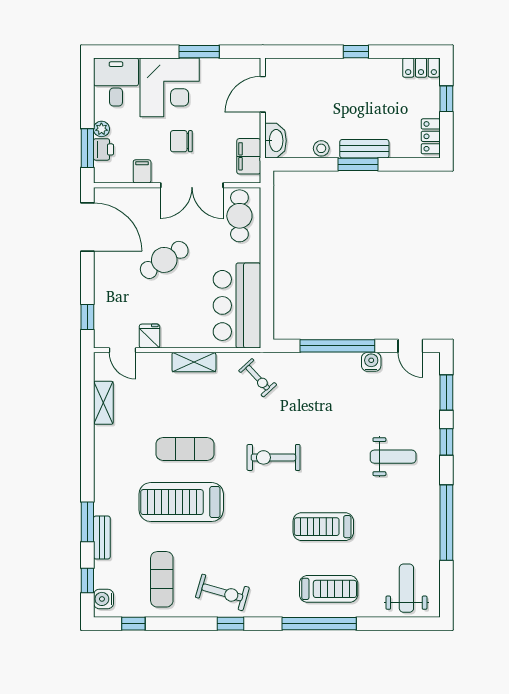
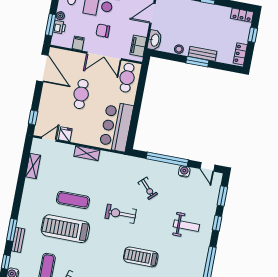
cafe table: (164, 260) -> (81, 94), turned -57
door: (122, 350) -> (49, 139), swing flipped
exercise bike: (258, 378) -> (148, 188), moved

